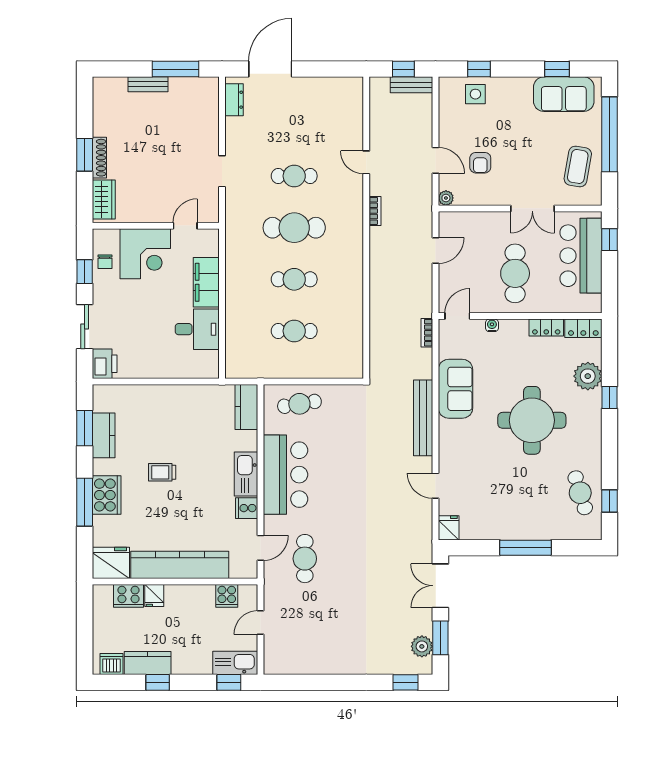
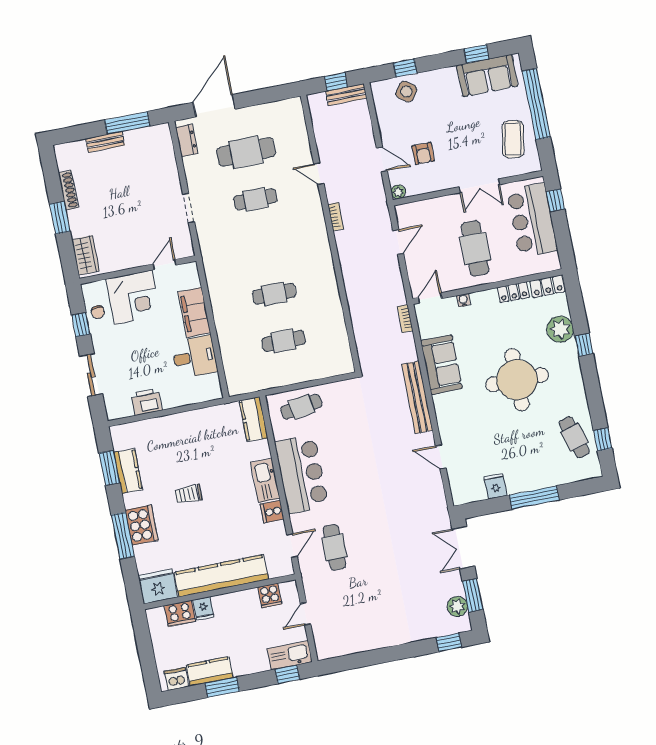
side table: (475, 94) -> (406, 92), turned 37
shoe rack: (99, 158) -> (68, 190), moved
cafe table: (294, 228) -> (246, 152), moved
printer: (105, 364) -> (146, 402), moved, turned -90
fridge: (449, 528) -> (495, 486), moved
window: (158, 682) -> (222, 687), width x1.50

